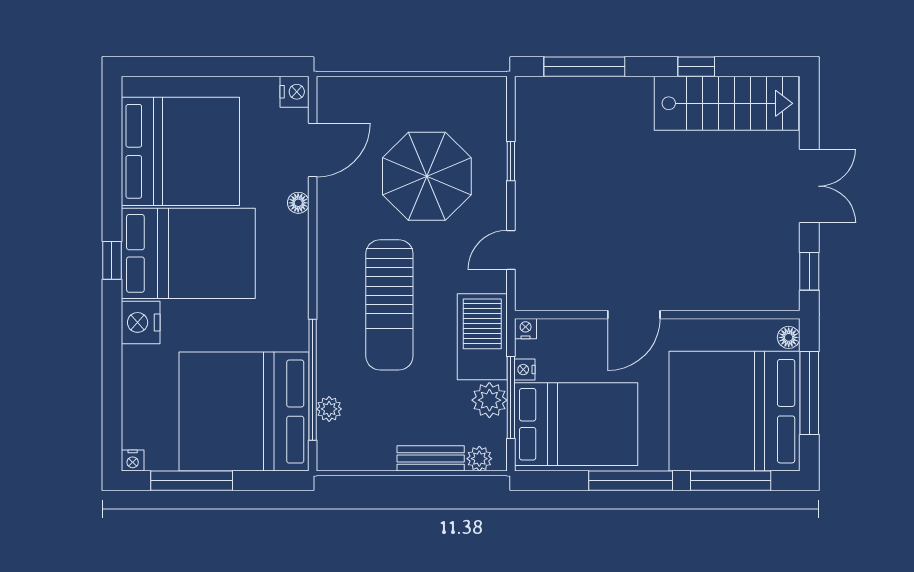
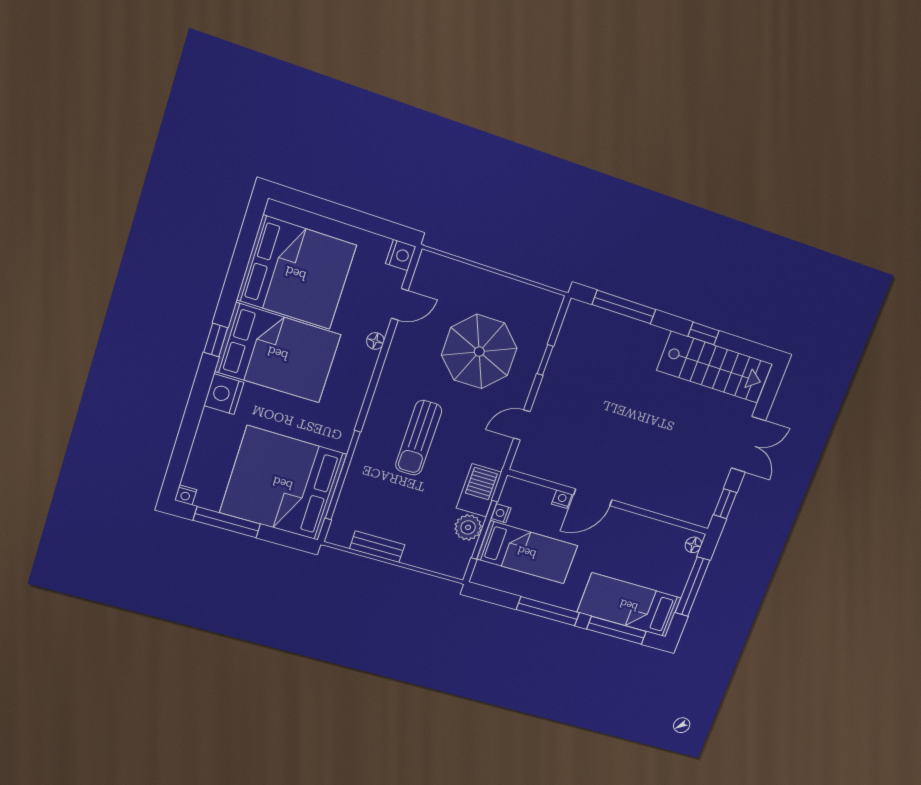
door: (313, 150) -> (400, 304), width x0.73
sun lounger: (389, 305) -> (419, 438), width x0.73, depth x0.75
nightstand: (526, 329) -> (562, 499), moved
barbecue: (482, 337) -> (479, 490), width x0.73, depth x0.83
plant: (329, 409) -> (348, 500), removed
bed: (735, 411) -> (629, 605), width x0.49
bed: (576, 424) -> (527, 552), width x0.67
bench: (431, 458) -> (377, 547), moved
plant: (479, 459) -> (446, 566), removed

